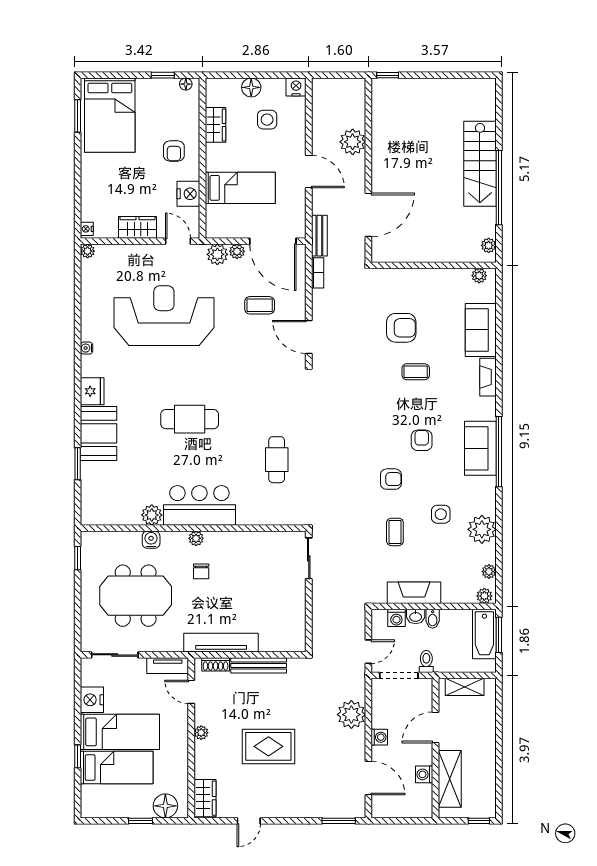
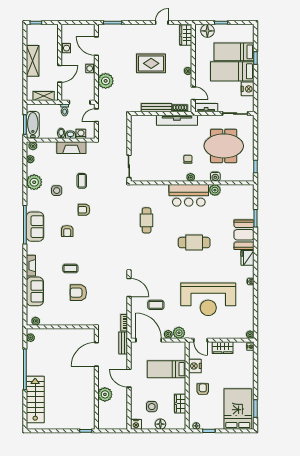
stairs: (480, 164) -> (35, 399), moved
shelving: (450, 779) -> (33, 61), moved

